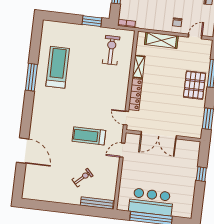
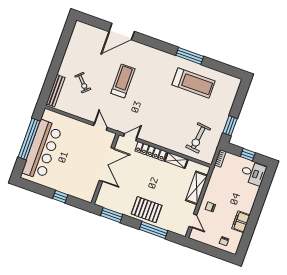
exercise bike: (111, 50) -> (198, 138), turned 97
double door: (159, 135) -> (107, 165), swing flipped
treadmill: (89, 136) -> (123, 81), moved
bar counter: (151, 202) -> (42, 150), width x1.36

